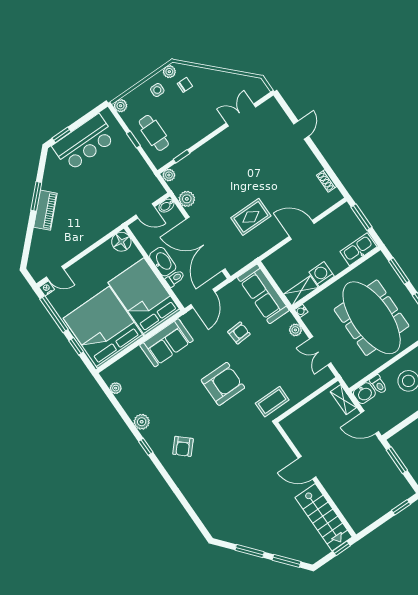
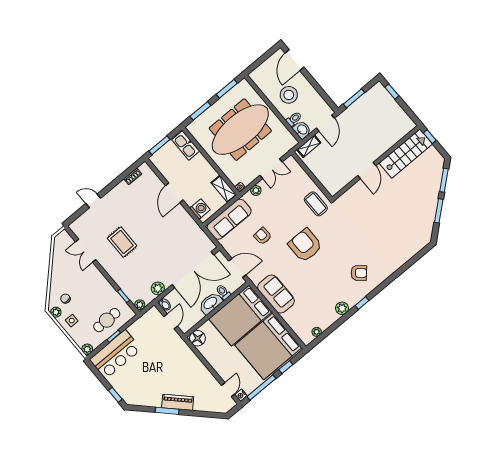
bar counter: (84, 143) -> (115, 354), moved, turned 90
rug: (251, 217) -> (122, 242), moved
washing machine: (322, 274) -> (200, 209), moved, turned 180

